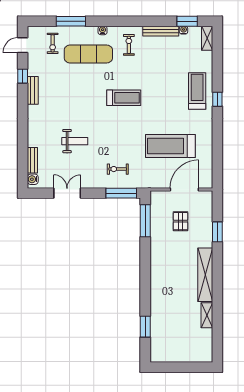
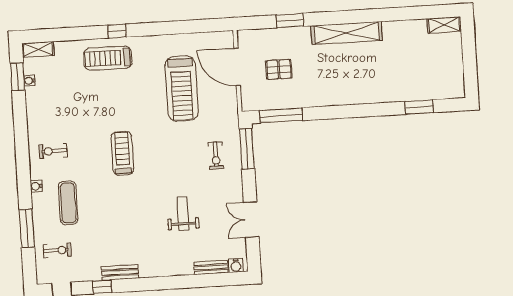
bench: (161, 31) -> (32, 110), removed
exercise mat: (88, 54) -> (68, 203), width x0.73, depth x0.69
shelving: (207, 315) -> (444, 25), moved

